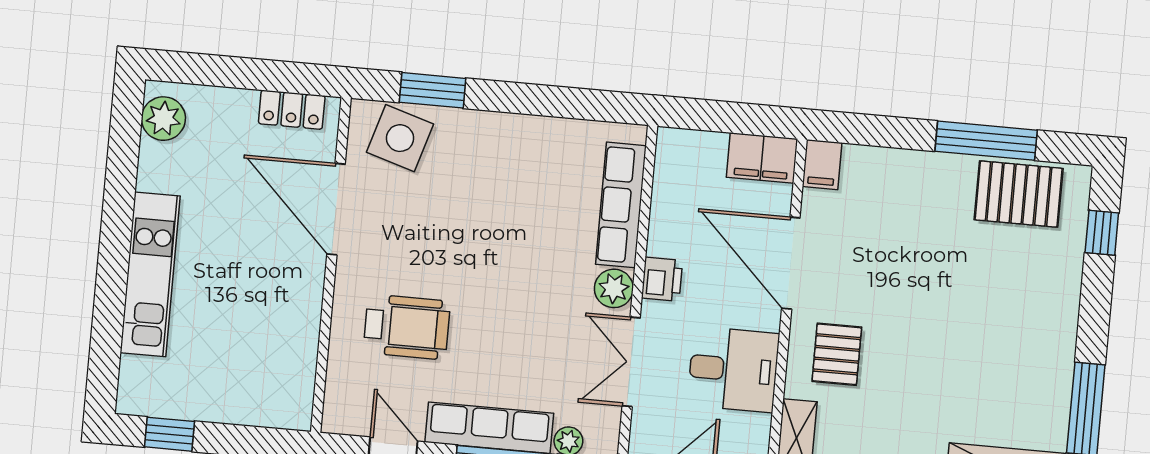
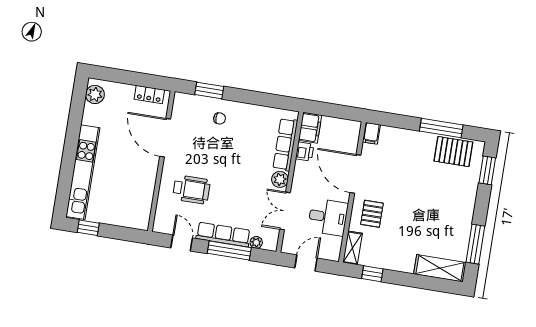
side table: (400, 138) -> (194, 110), removed
chair: (461, 154) -> (220, 118), added
filing cabinet: (762, 158) -> (310, 128), moved, turned -90
window: (1102, 233) -> (487, 170), width x1.50
kitchen unit: (150, 274) -> (83, 172), width x1.36
printer: (662, 279) -> (305, 151), moved

